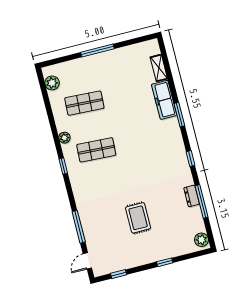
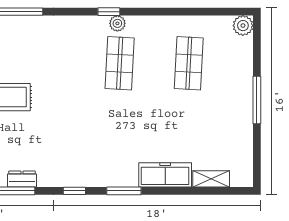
plant: (52, 83) -> (243, 26), moved
window: (179, 115) -> (124, 191), moved
plant: (64, 138) -> (117, 23), moved

